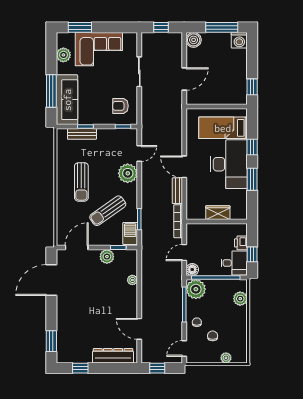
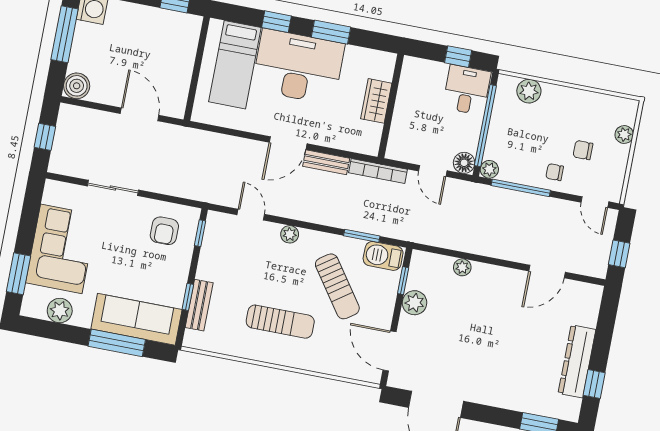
plant: (128, 173) -> (290, 234), width x0.53, depth x0.53
printer: (241, 243) -> (435, 72), removed
plant: (196, 289) -> (489, 169), width x0.53, depth x0.53
dresser: (113, 356) -> (577, 361), moved

